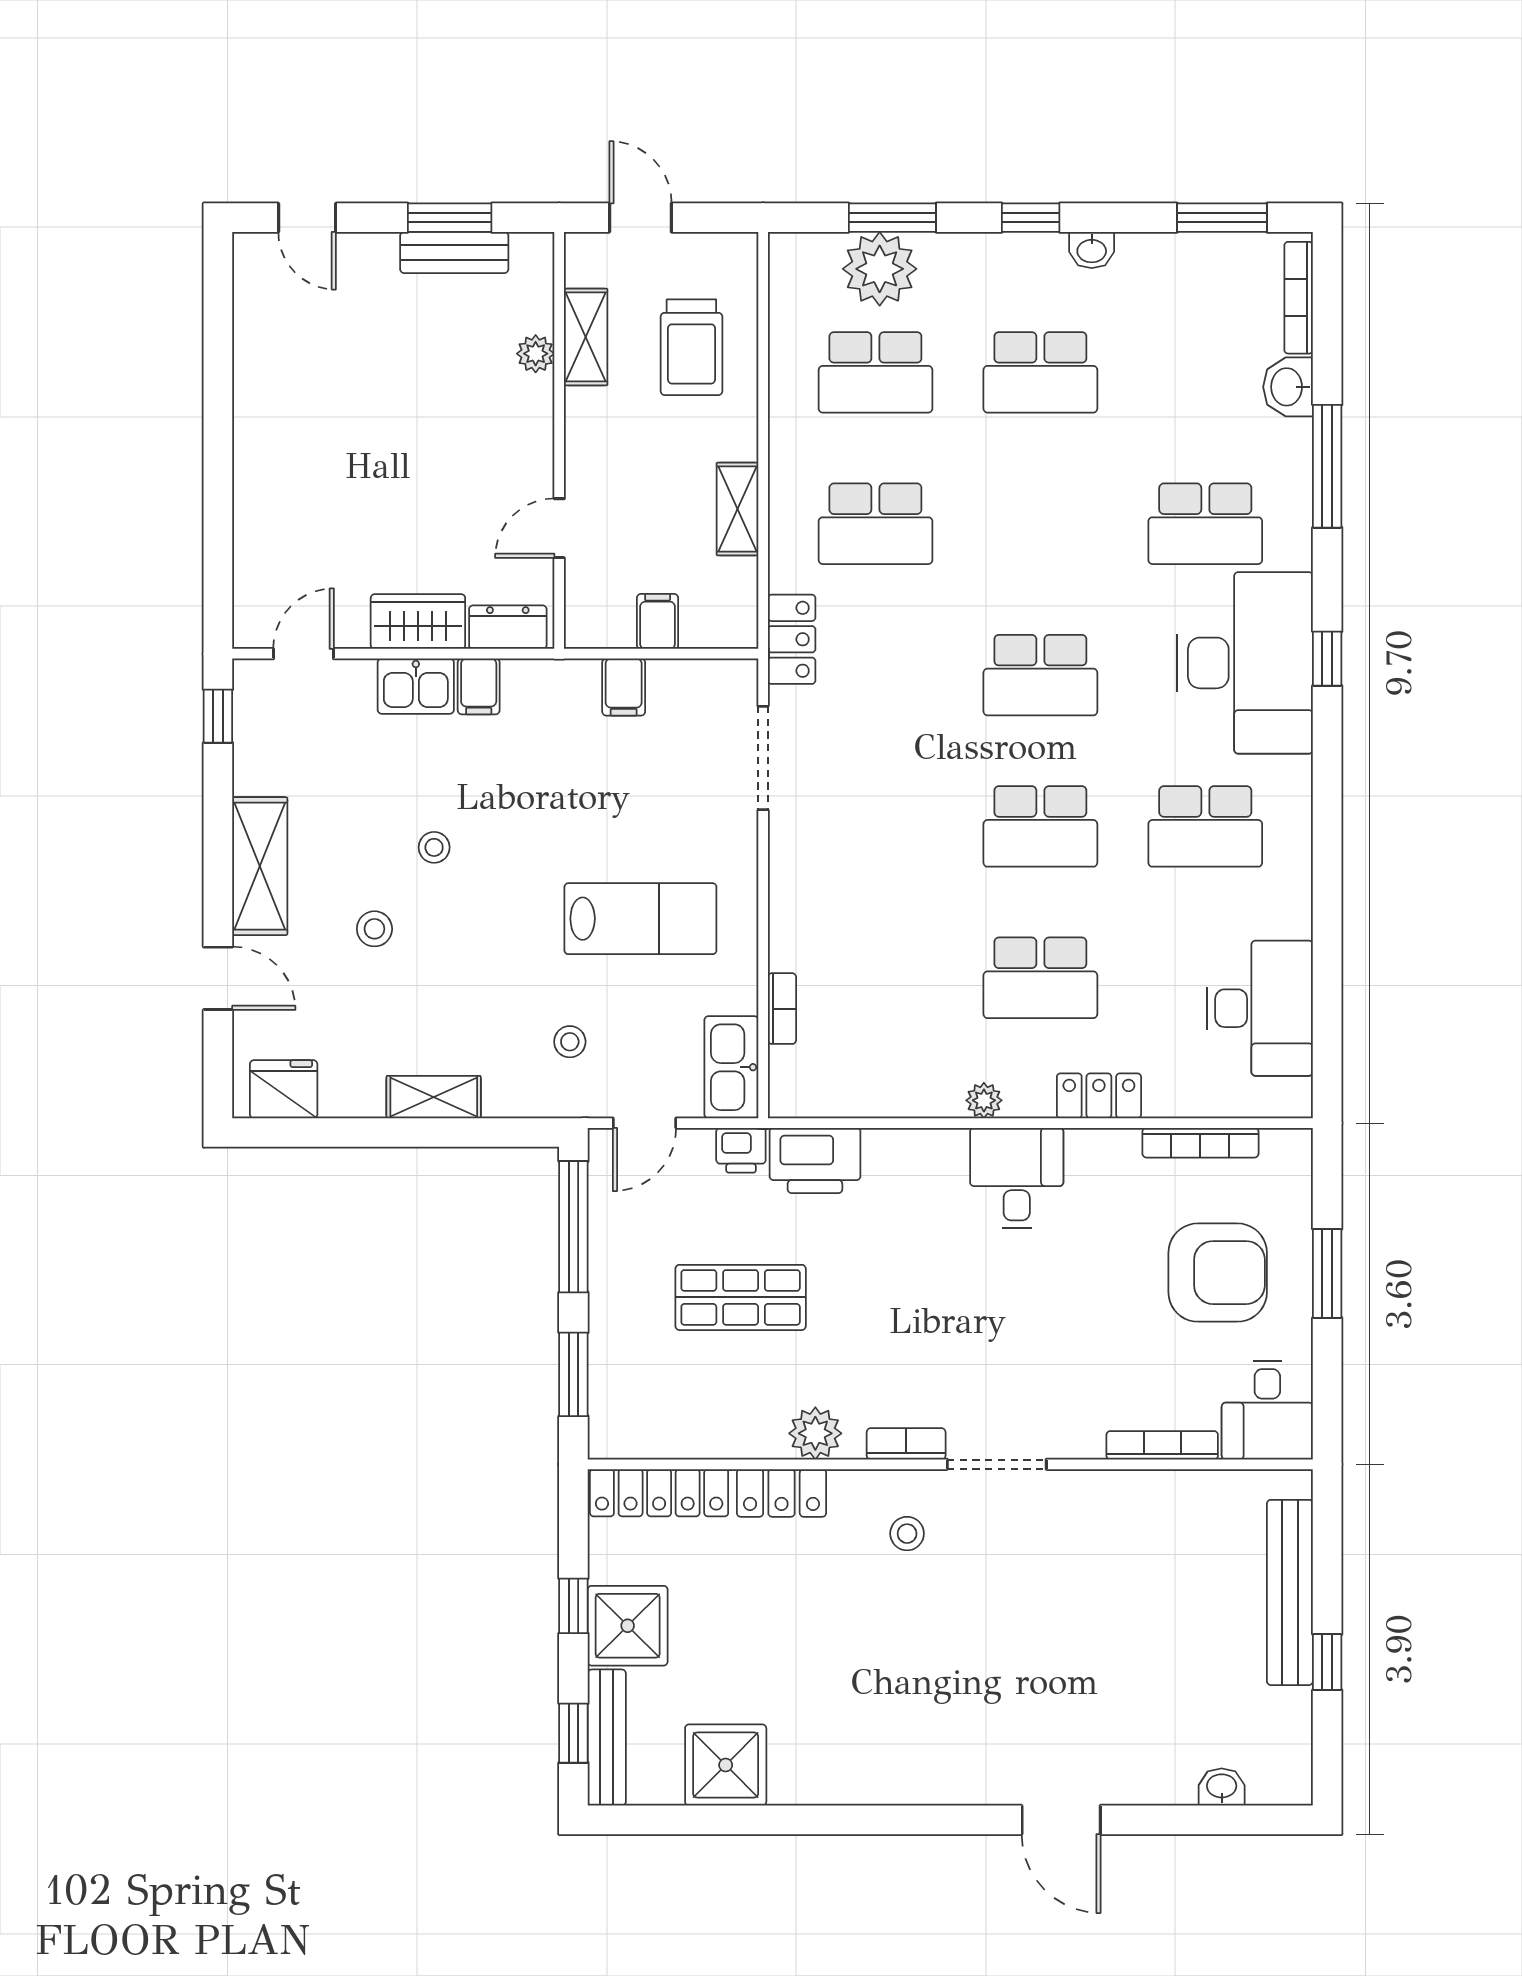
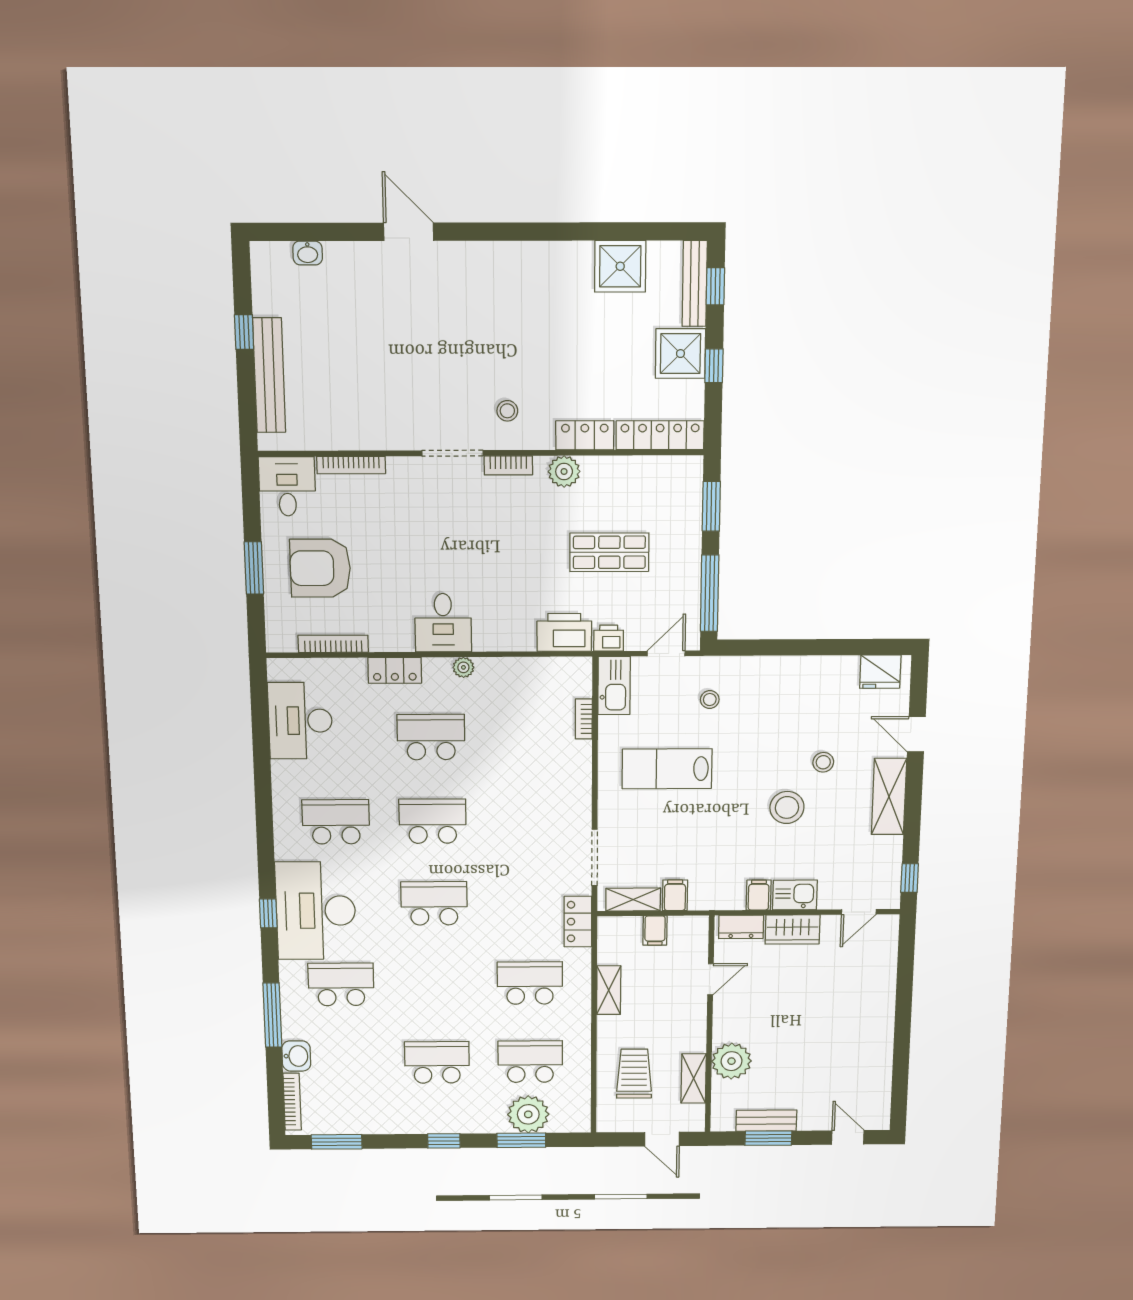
washbasin: (1092, 250) -> (409, 1125), removed
plant: (536, 354) -> (731, 1061), width x1.87, depth x1.87
stool: (434, 847) -> (787, 807), width x1.89, depth x1.89
shelving: (434, 1097) -> (633, 900), moved

